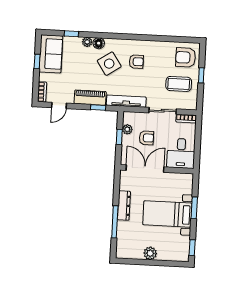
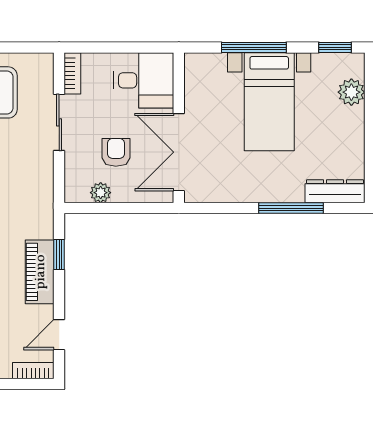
tv unit: (126, 101) -> (43, 198), removed
door: (59, 105) -> (59, 335), swing flipped
window: (119, 137) -> (117, 208), removed
dresser: (124, 206) -> (335, 191), moved
window: (194, 208) -> (254, 47), width x1.44
plant: (150, 253) -> (351, 92), moved

